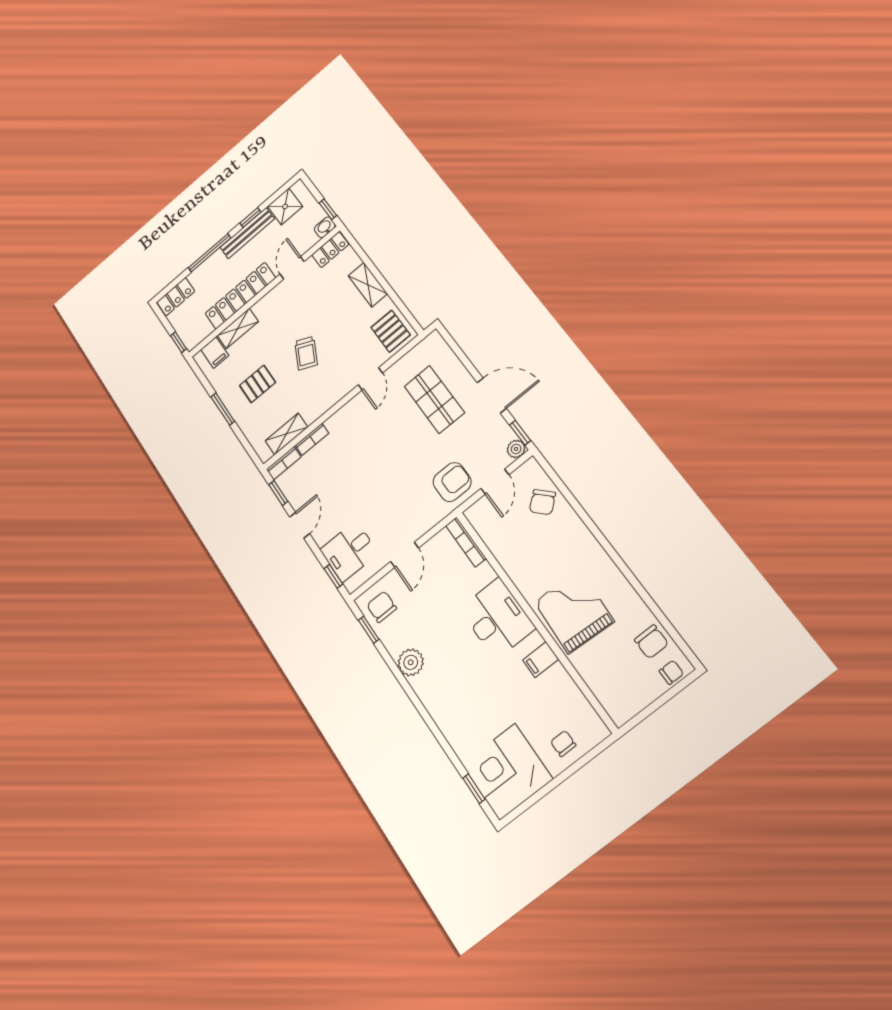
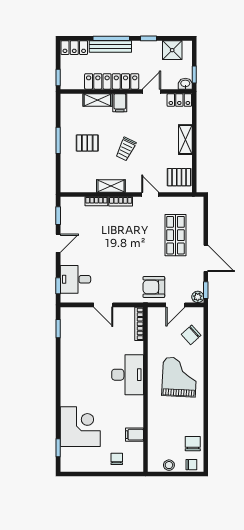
bench: (247, 233) -> (110, 46), moved
pallet: (391, 331) -> (179, 177), turned 90
filing cabinet: (215, 353) -> (120, 103), moved
door: (370, 379) -> (150, 195), swing flipped
shelving: (286, 434) -> (111, 186), moved
bookcase: (284, 463) -> (121, 201), moved
armchair: (452, 482) -> (154, 287), turned 180
door: (405, 555) -> (103, 305), hinge flipped
chair: (382, 607) -> (73, 322), removed
grand piano: (574, 612) -> (179, 377), moved
chair: (651, 642) -> (193, 444), turned 180
filing cabinet: (541, 660) -> (134, 435), moved
plant: (411, 662) -> (69, 362), removed
stool: (641, 697) -> (169, 465), added
corner desk: (507, 772) -> (80, 427), moved, turned 90

